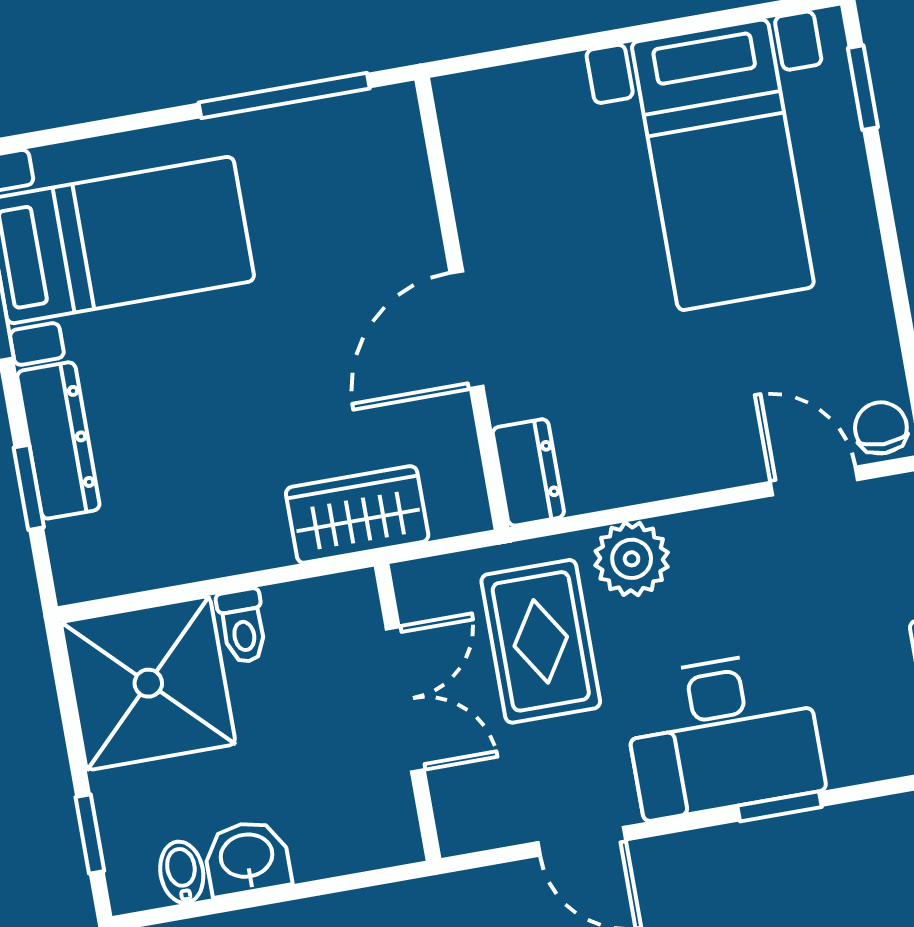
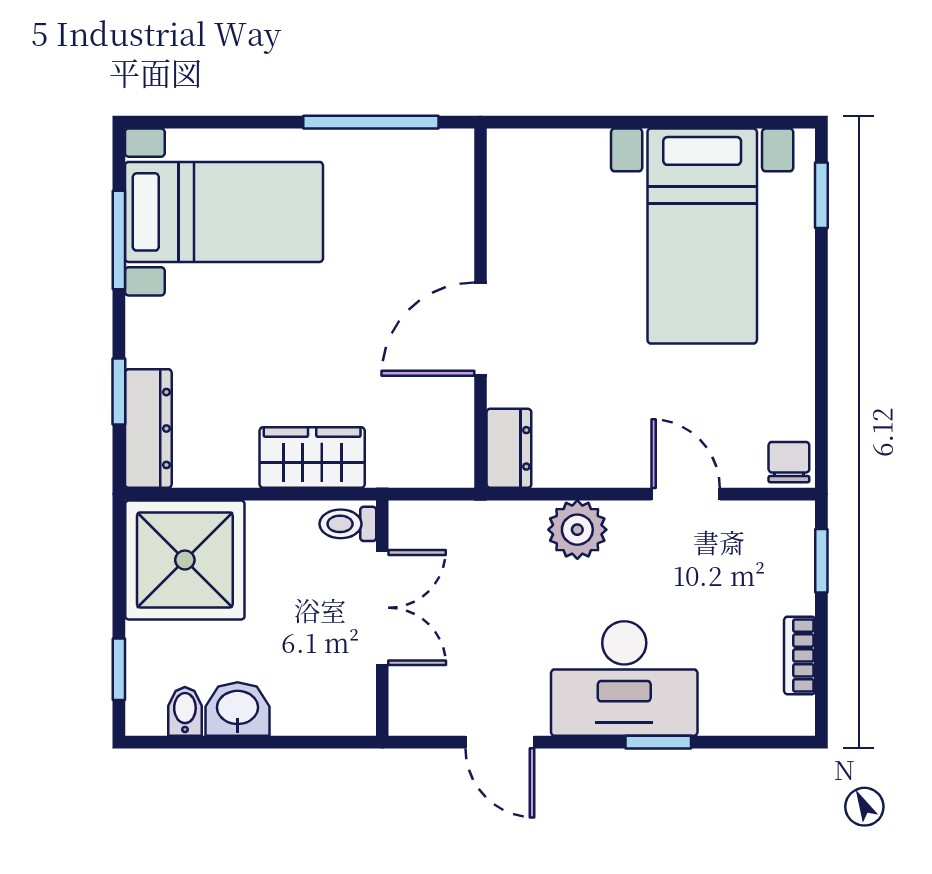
dresser: (58, 440) -> (148, 429), moved
door: (814, 481) -> (686, 494), moved
wardrobe: (357, 514) -> (312, 458), moved
toilet: (243, 626) -> (348, 524), moved, turned 90
rug: (541, 641) -> (495, 581), removed

